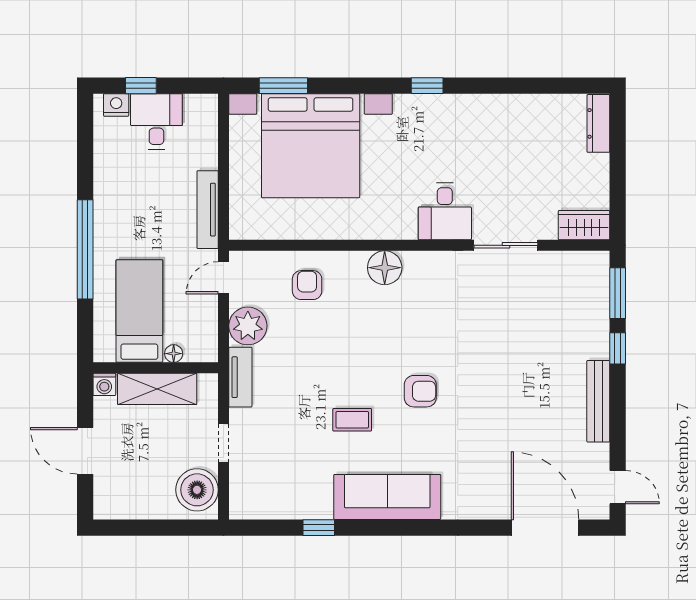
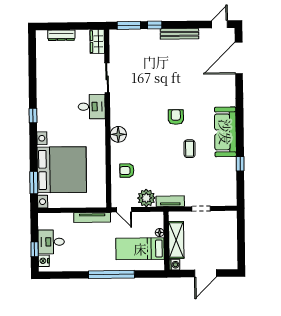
dresser: (598, 123) -> (61, 35), moved
boiler: (197, 490) -> (223, 221), removed

